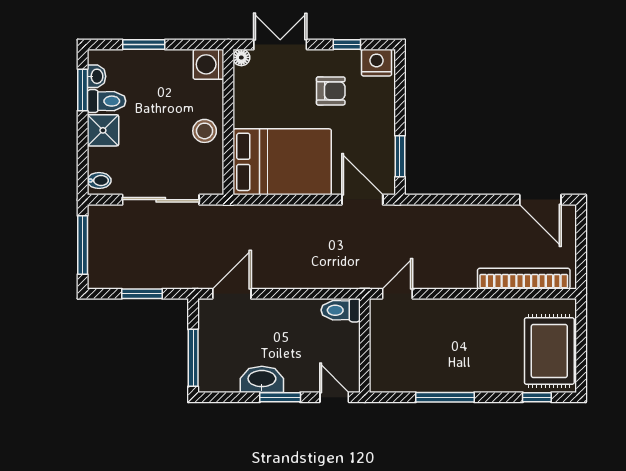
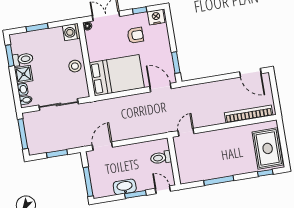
washbasin: (96, 76) -> (23, 89), moved
toilet: (341, 310) -> (161, 158), moved

